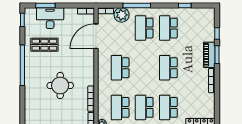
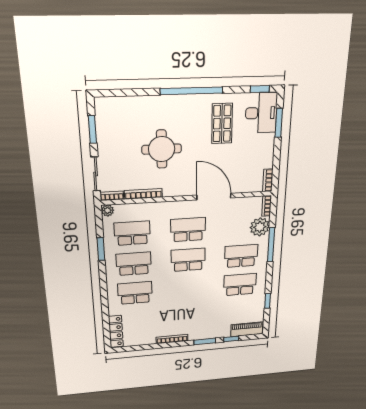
desk: (50, 18) -> (261, 113), moved
door: (96, 36) -> (214, 197), moved
piano: (209, 55) -> (247, 329), moved
school desk: (168, 68) -> (188, 260), moved

